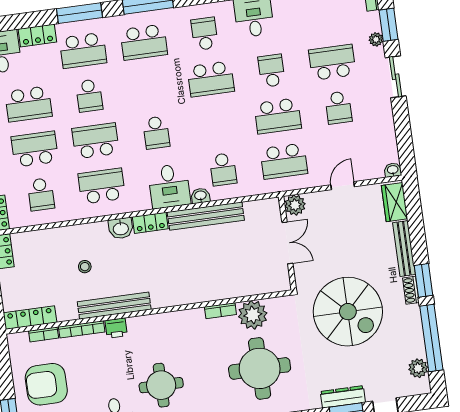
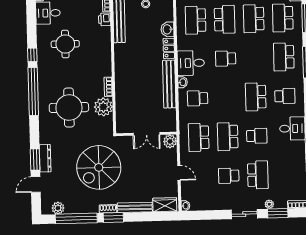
school desk: (89, 96) -> (254, 19), width x1.85
school desk: (102, 186) -> (196, 20), turned 180

